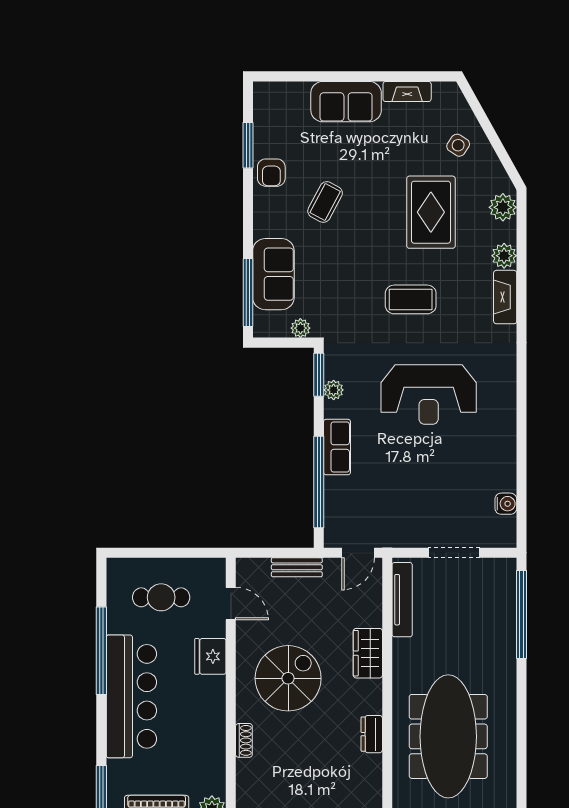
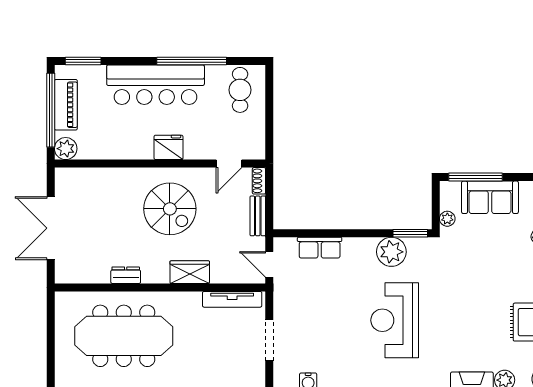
coffee table: (411, 299) -> (470, 306), removed
plant: (334, 390) -> (391, 252), width x1.88, depth x1.88
row of seats: (337, 447) -> (320, 248), moved
window: (319, 482) -> (325, 233), removed
cafe table: (161, 597) -> (240, 90), moved
fridge: (210, 656) -> (169, 147), moved
shoe rack: (244, 740) -> (259, 181), moved, turned 90

